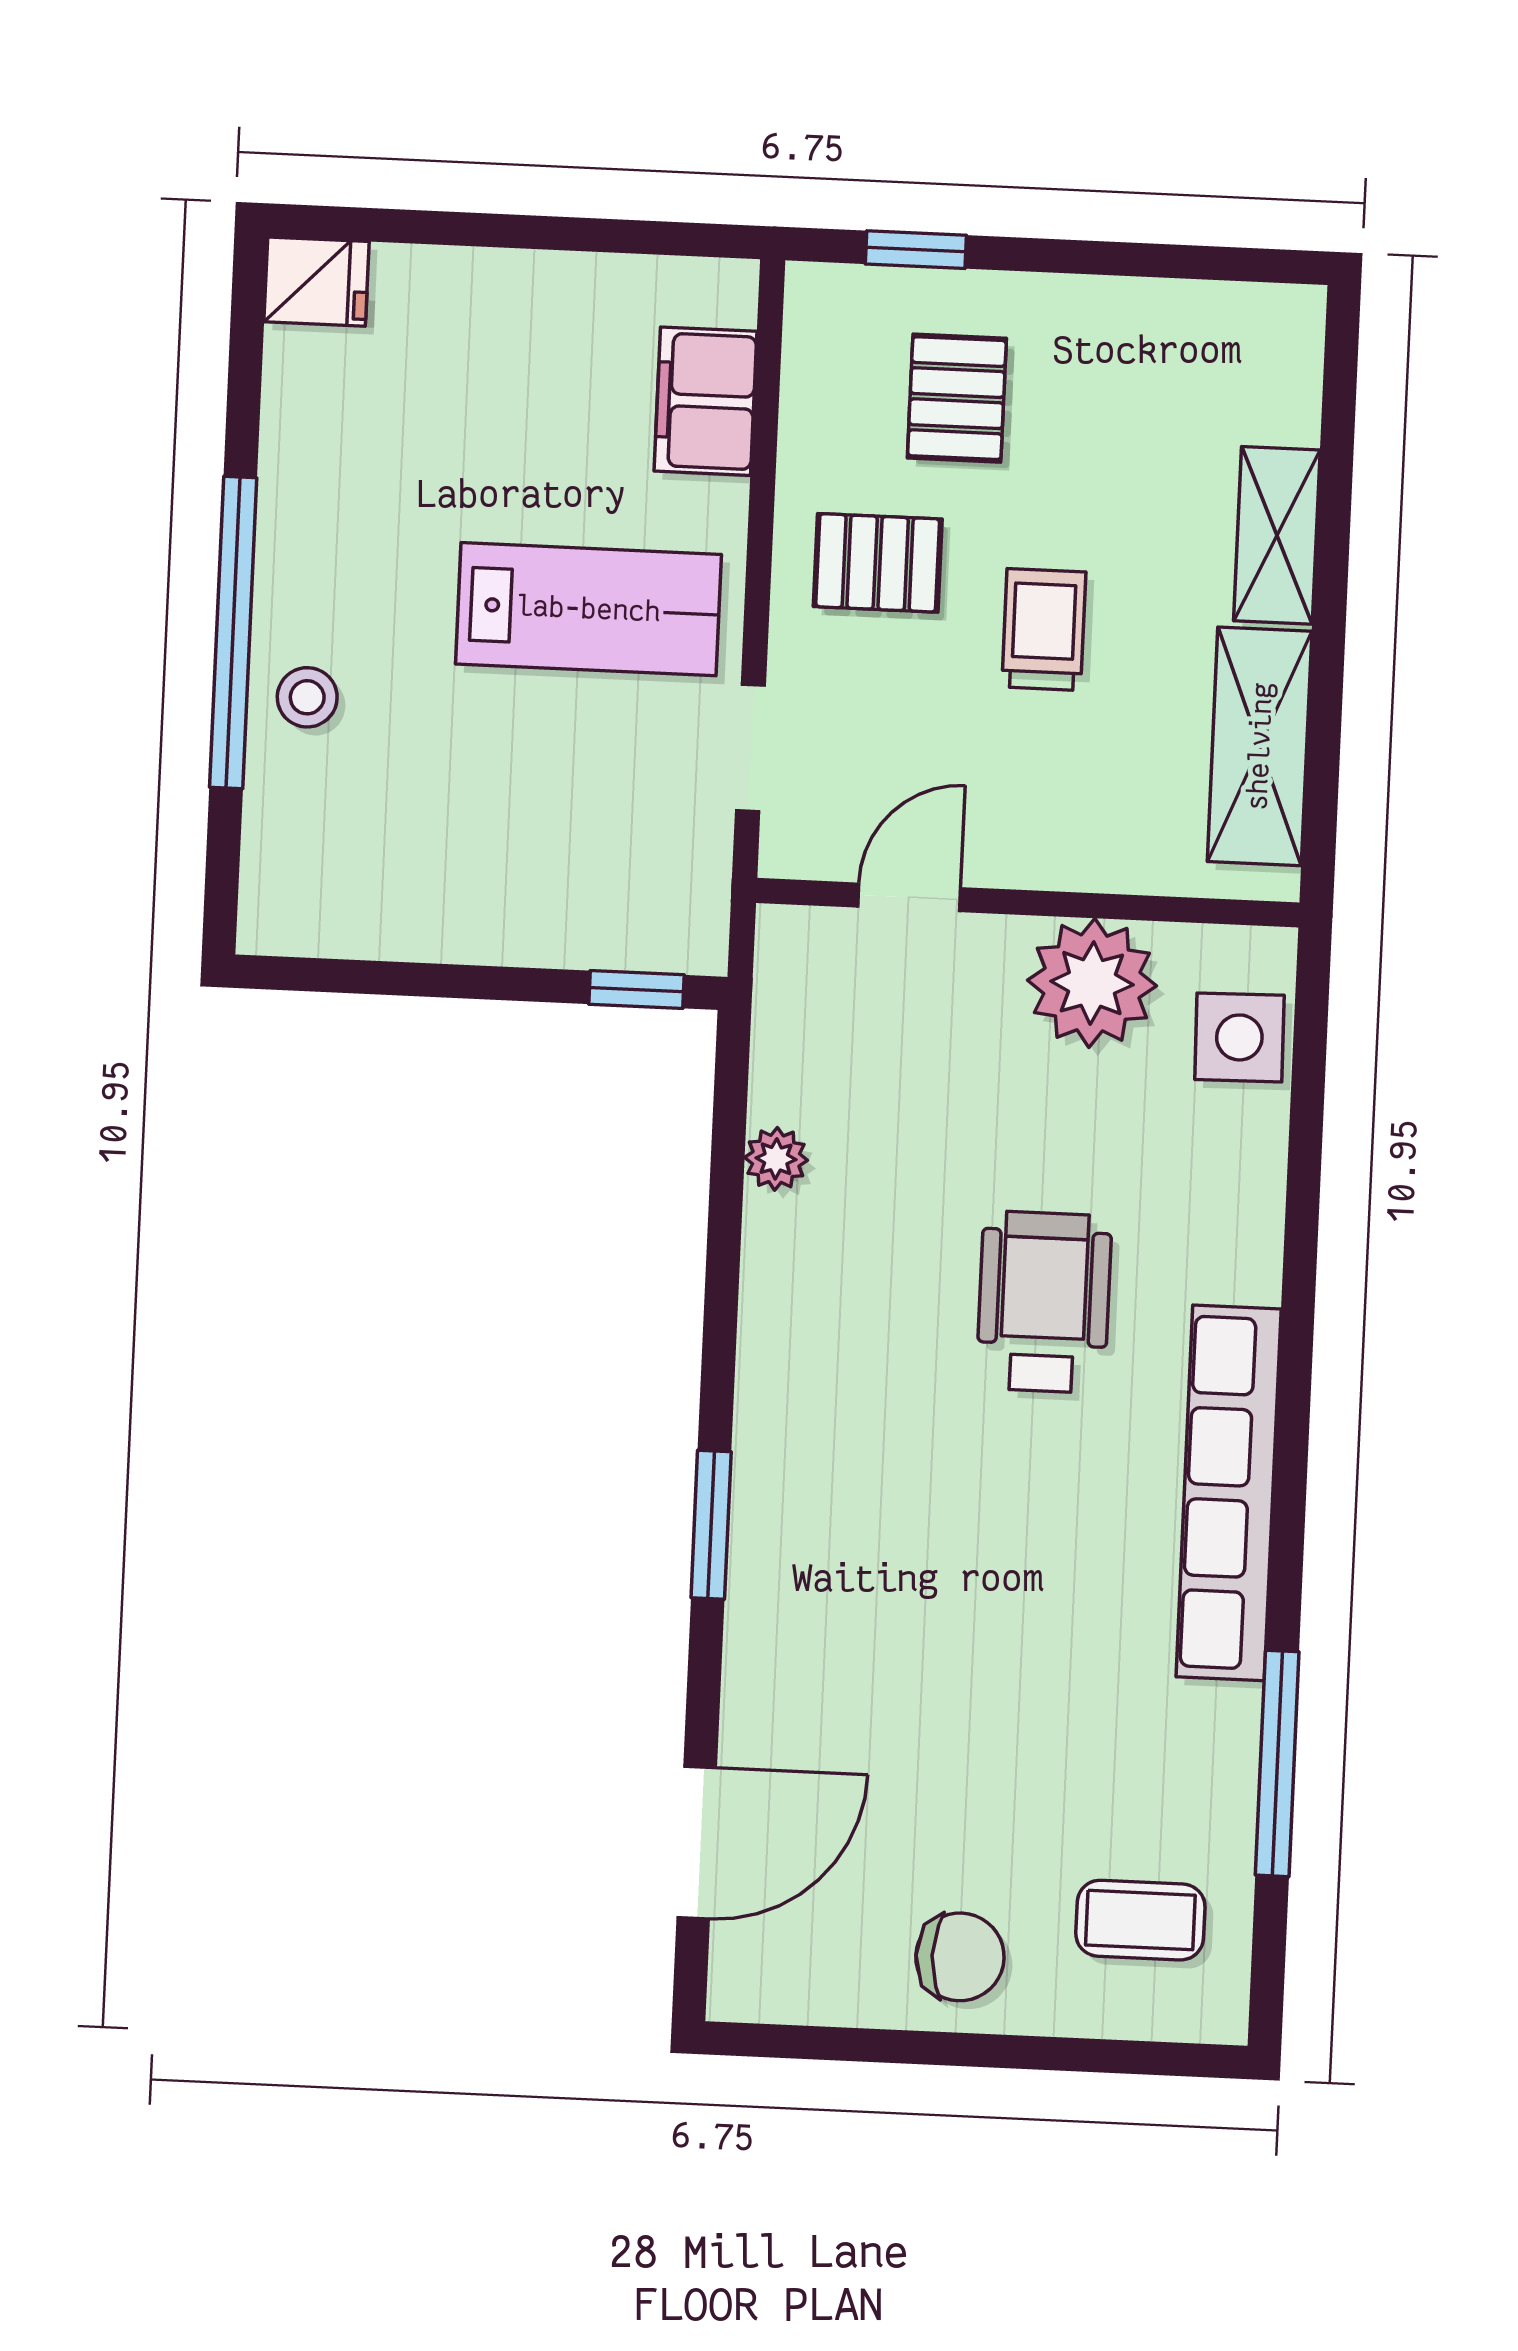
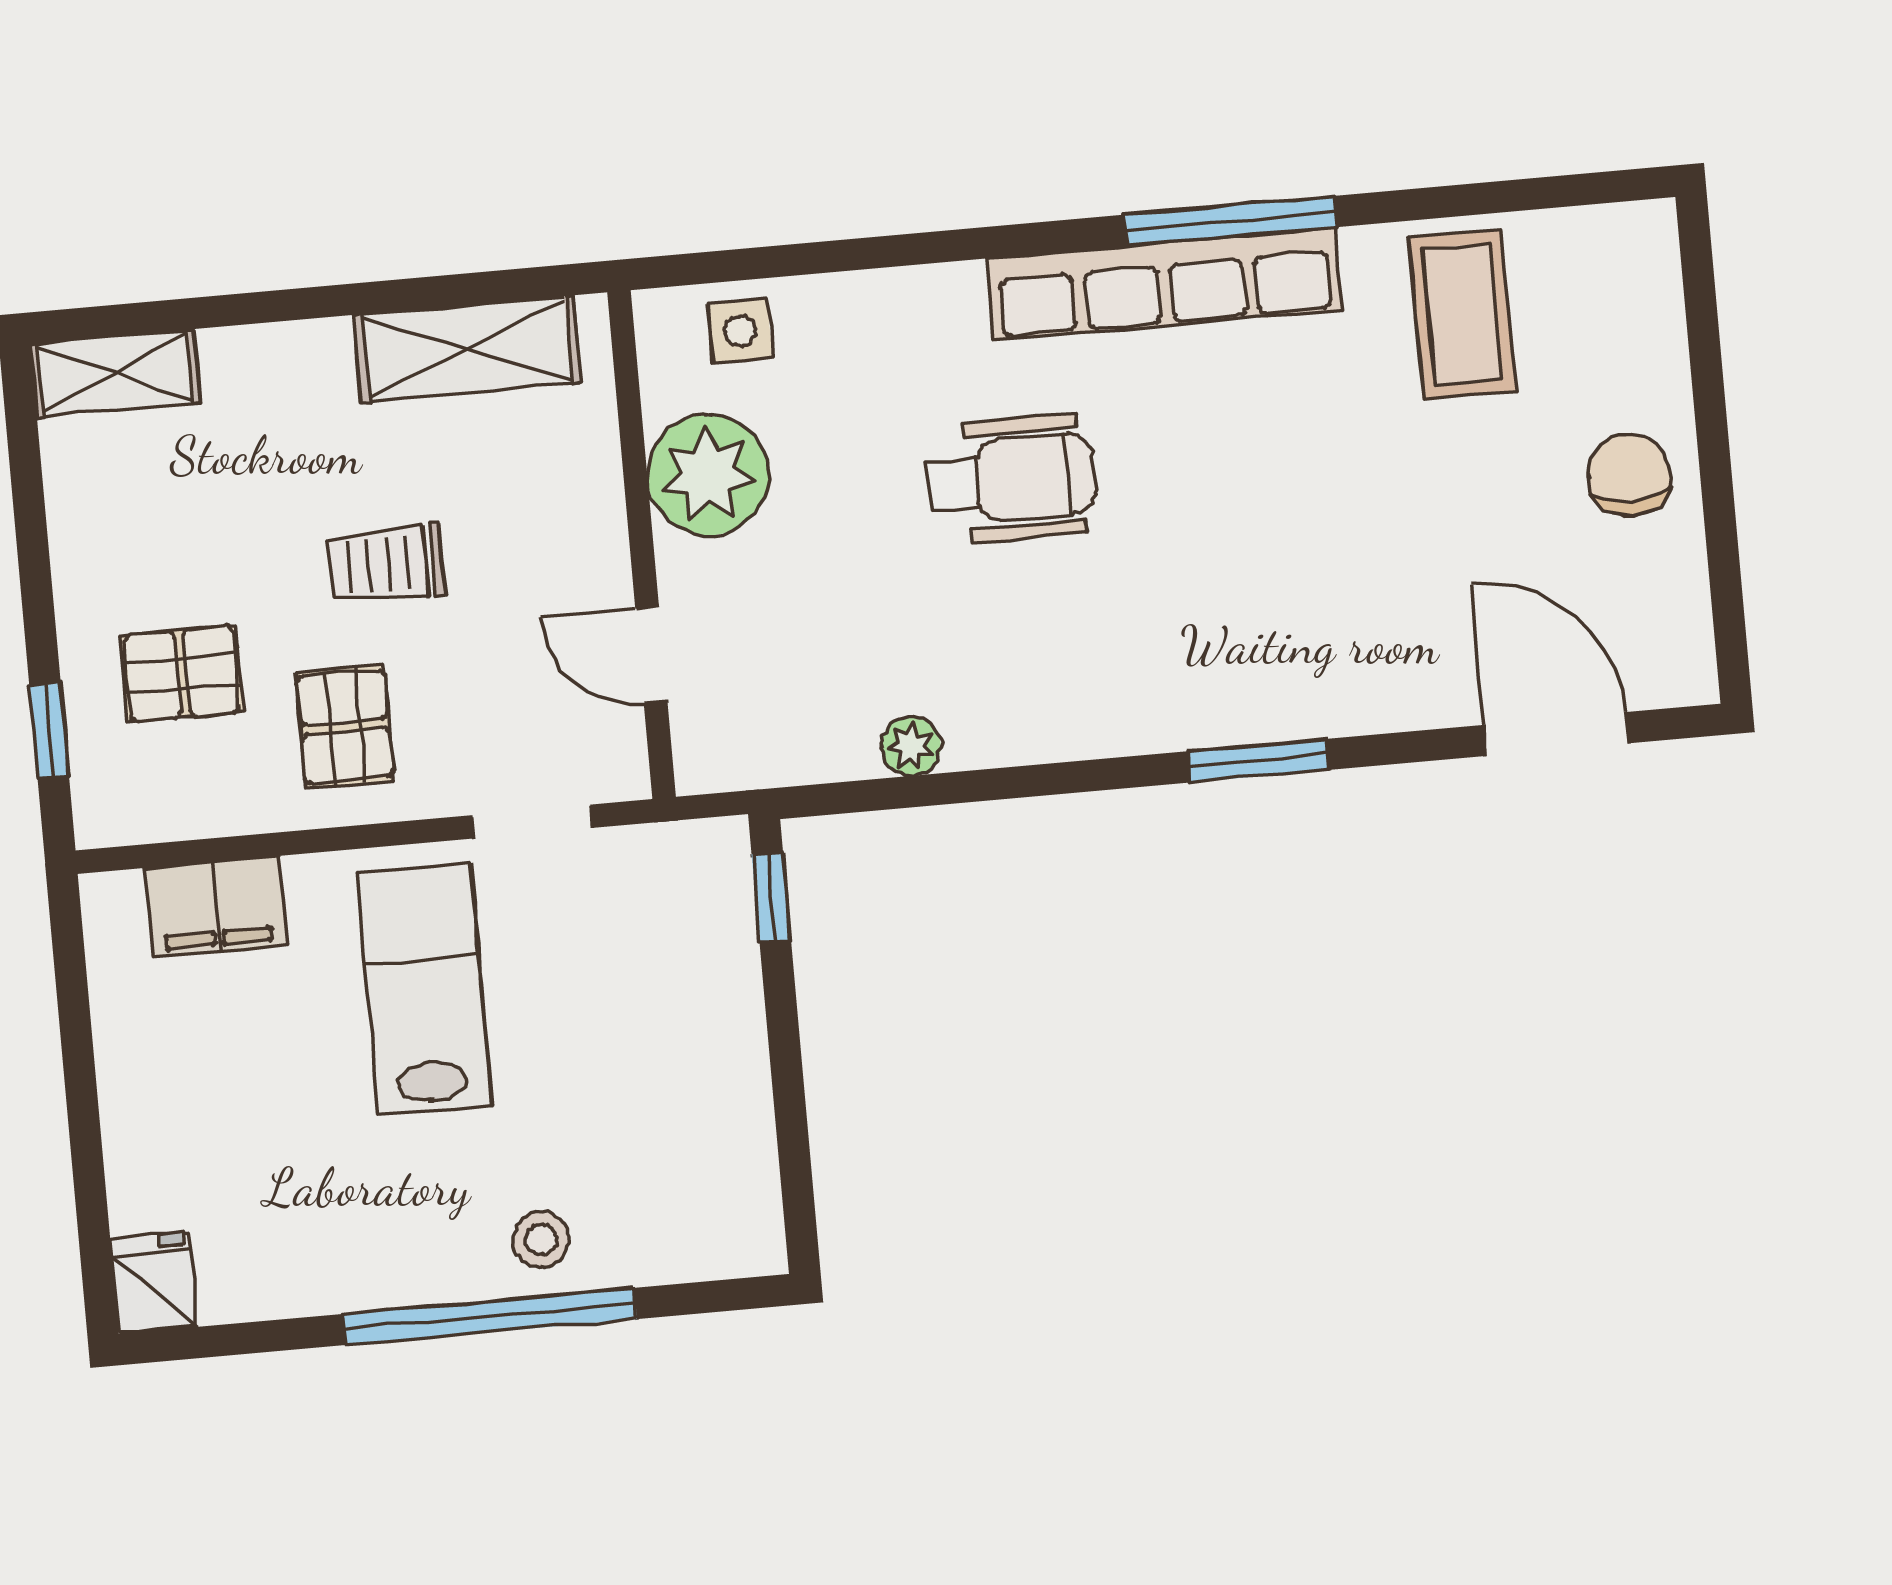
shelving: (1277, 535) -> (115, 373), moved
side table: (1239, 1037) -> (740, 331), width x0.73, depth x0.73
wheelchair: (1044, 1302) -> (1010, 479), turned 180
window: (1277, 1763) -> (1231, 221), moved
coffee table: (1140, 1920) -> (1462, 314), moved, width x1.36, depth x1.30

